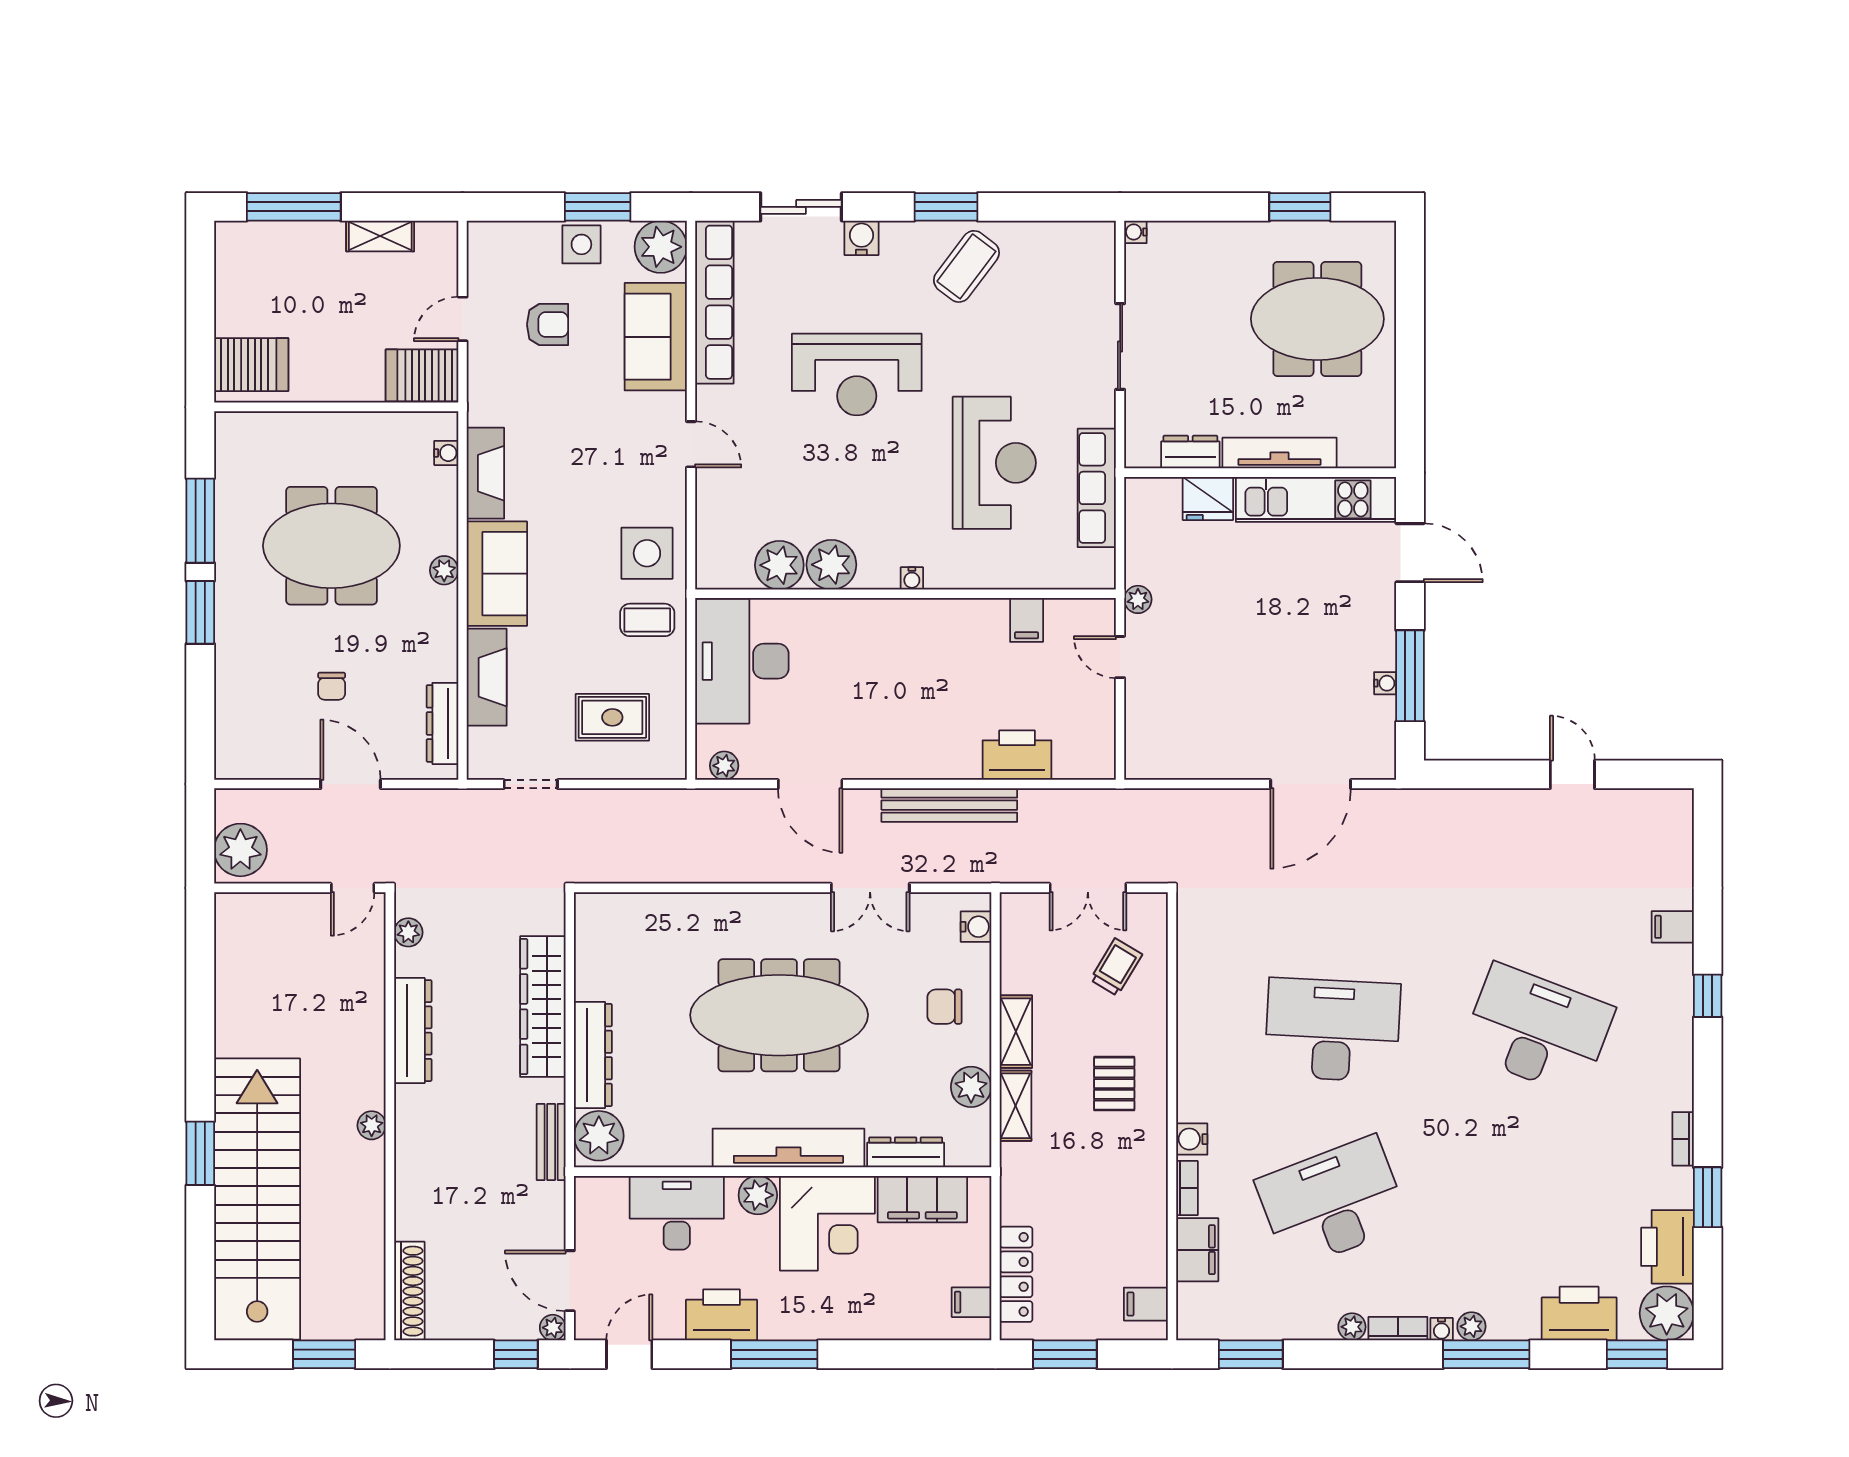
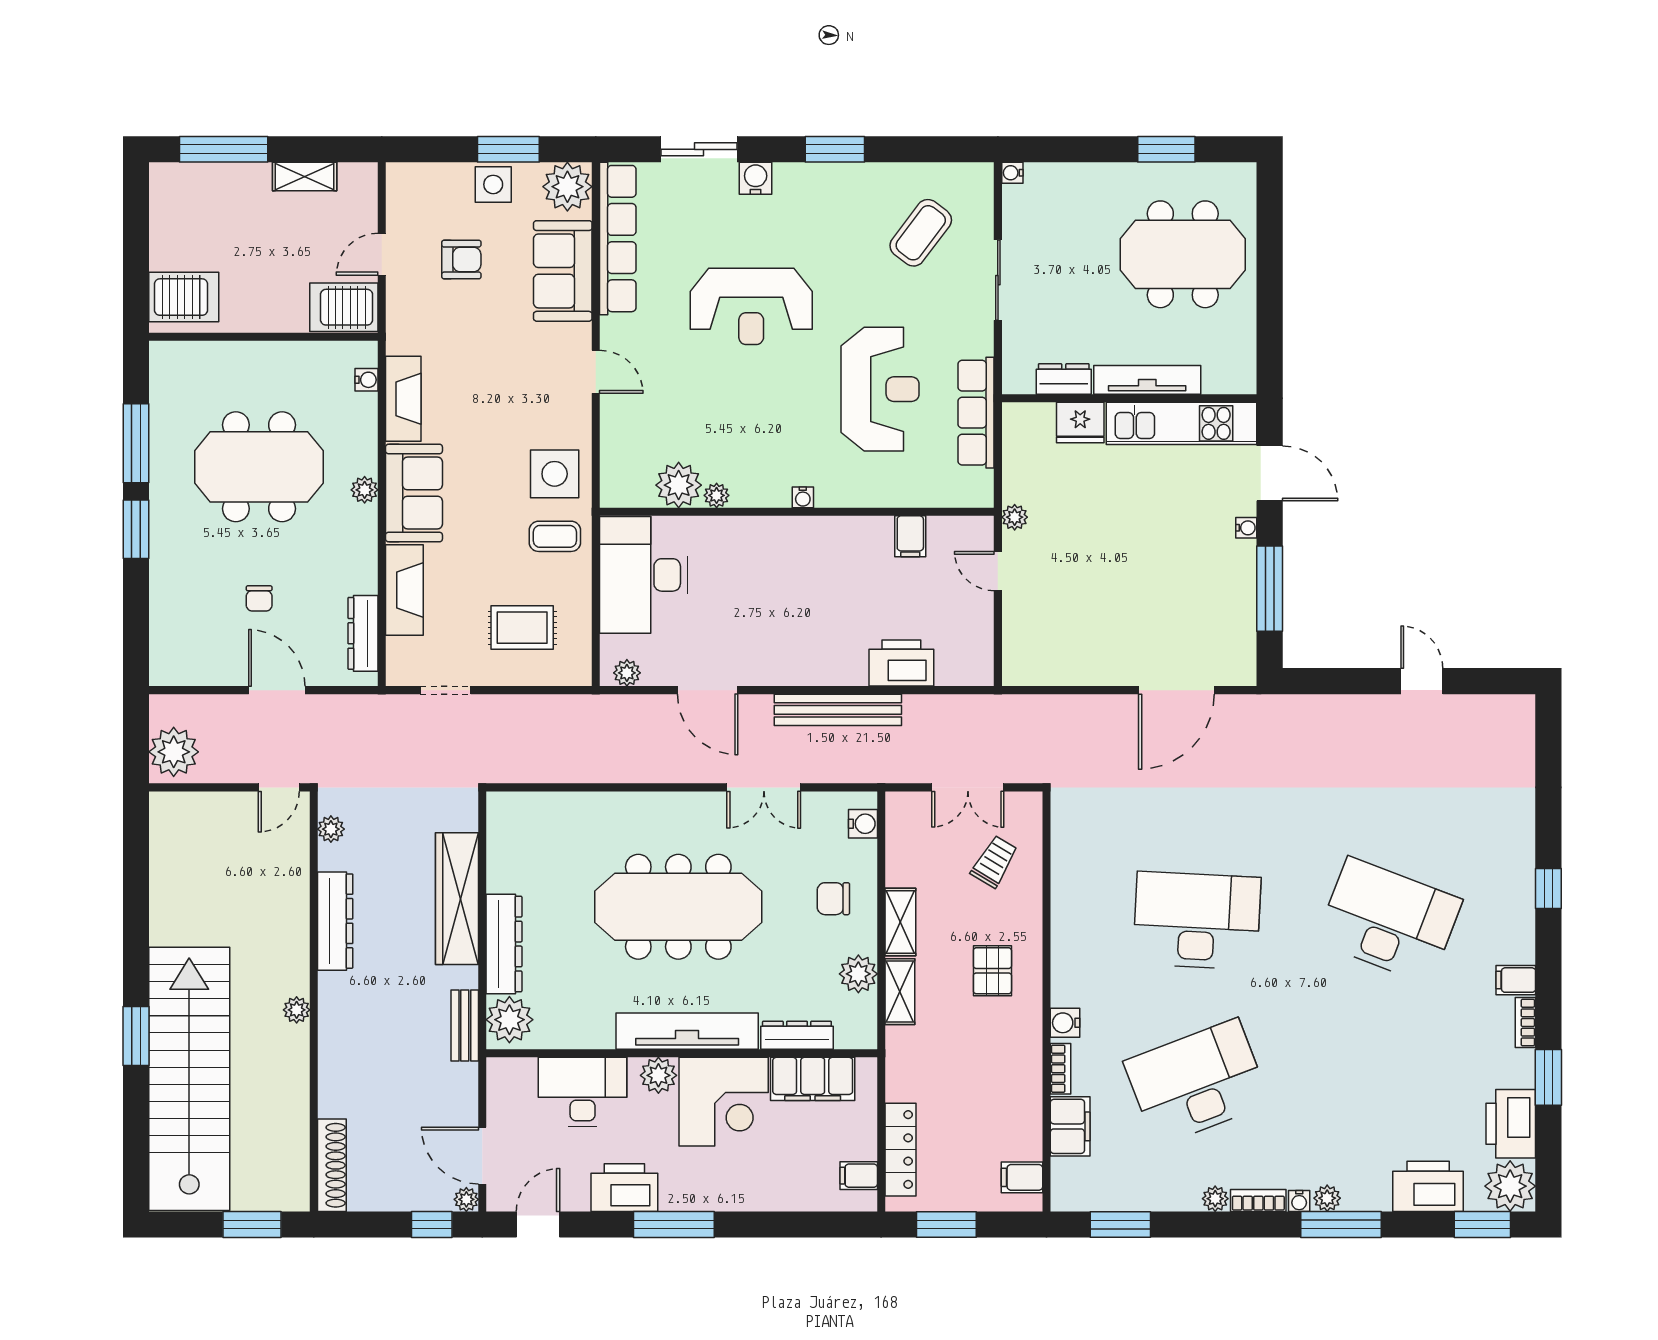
coffee table: (966, 266) -> (921, 233), moved
plant: (831, 565) -> (717, 495), width x0.53, depth x0.53
water cooler: (1385, 683) -> (1246, 528), moved
filing cabinet: (1673, 927) -> (1516, 980), moved

